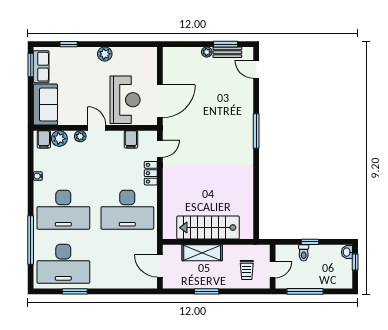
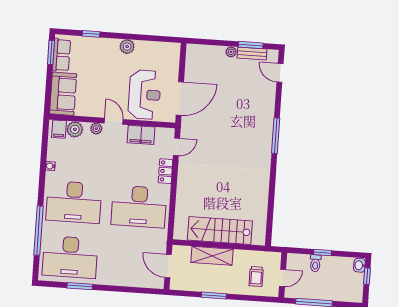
filing cabinet: (131, 139) -> (141, 135), width x2.00

